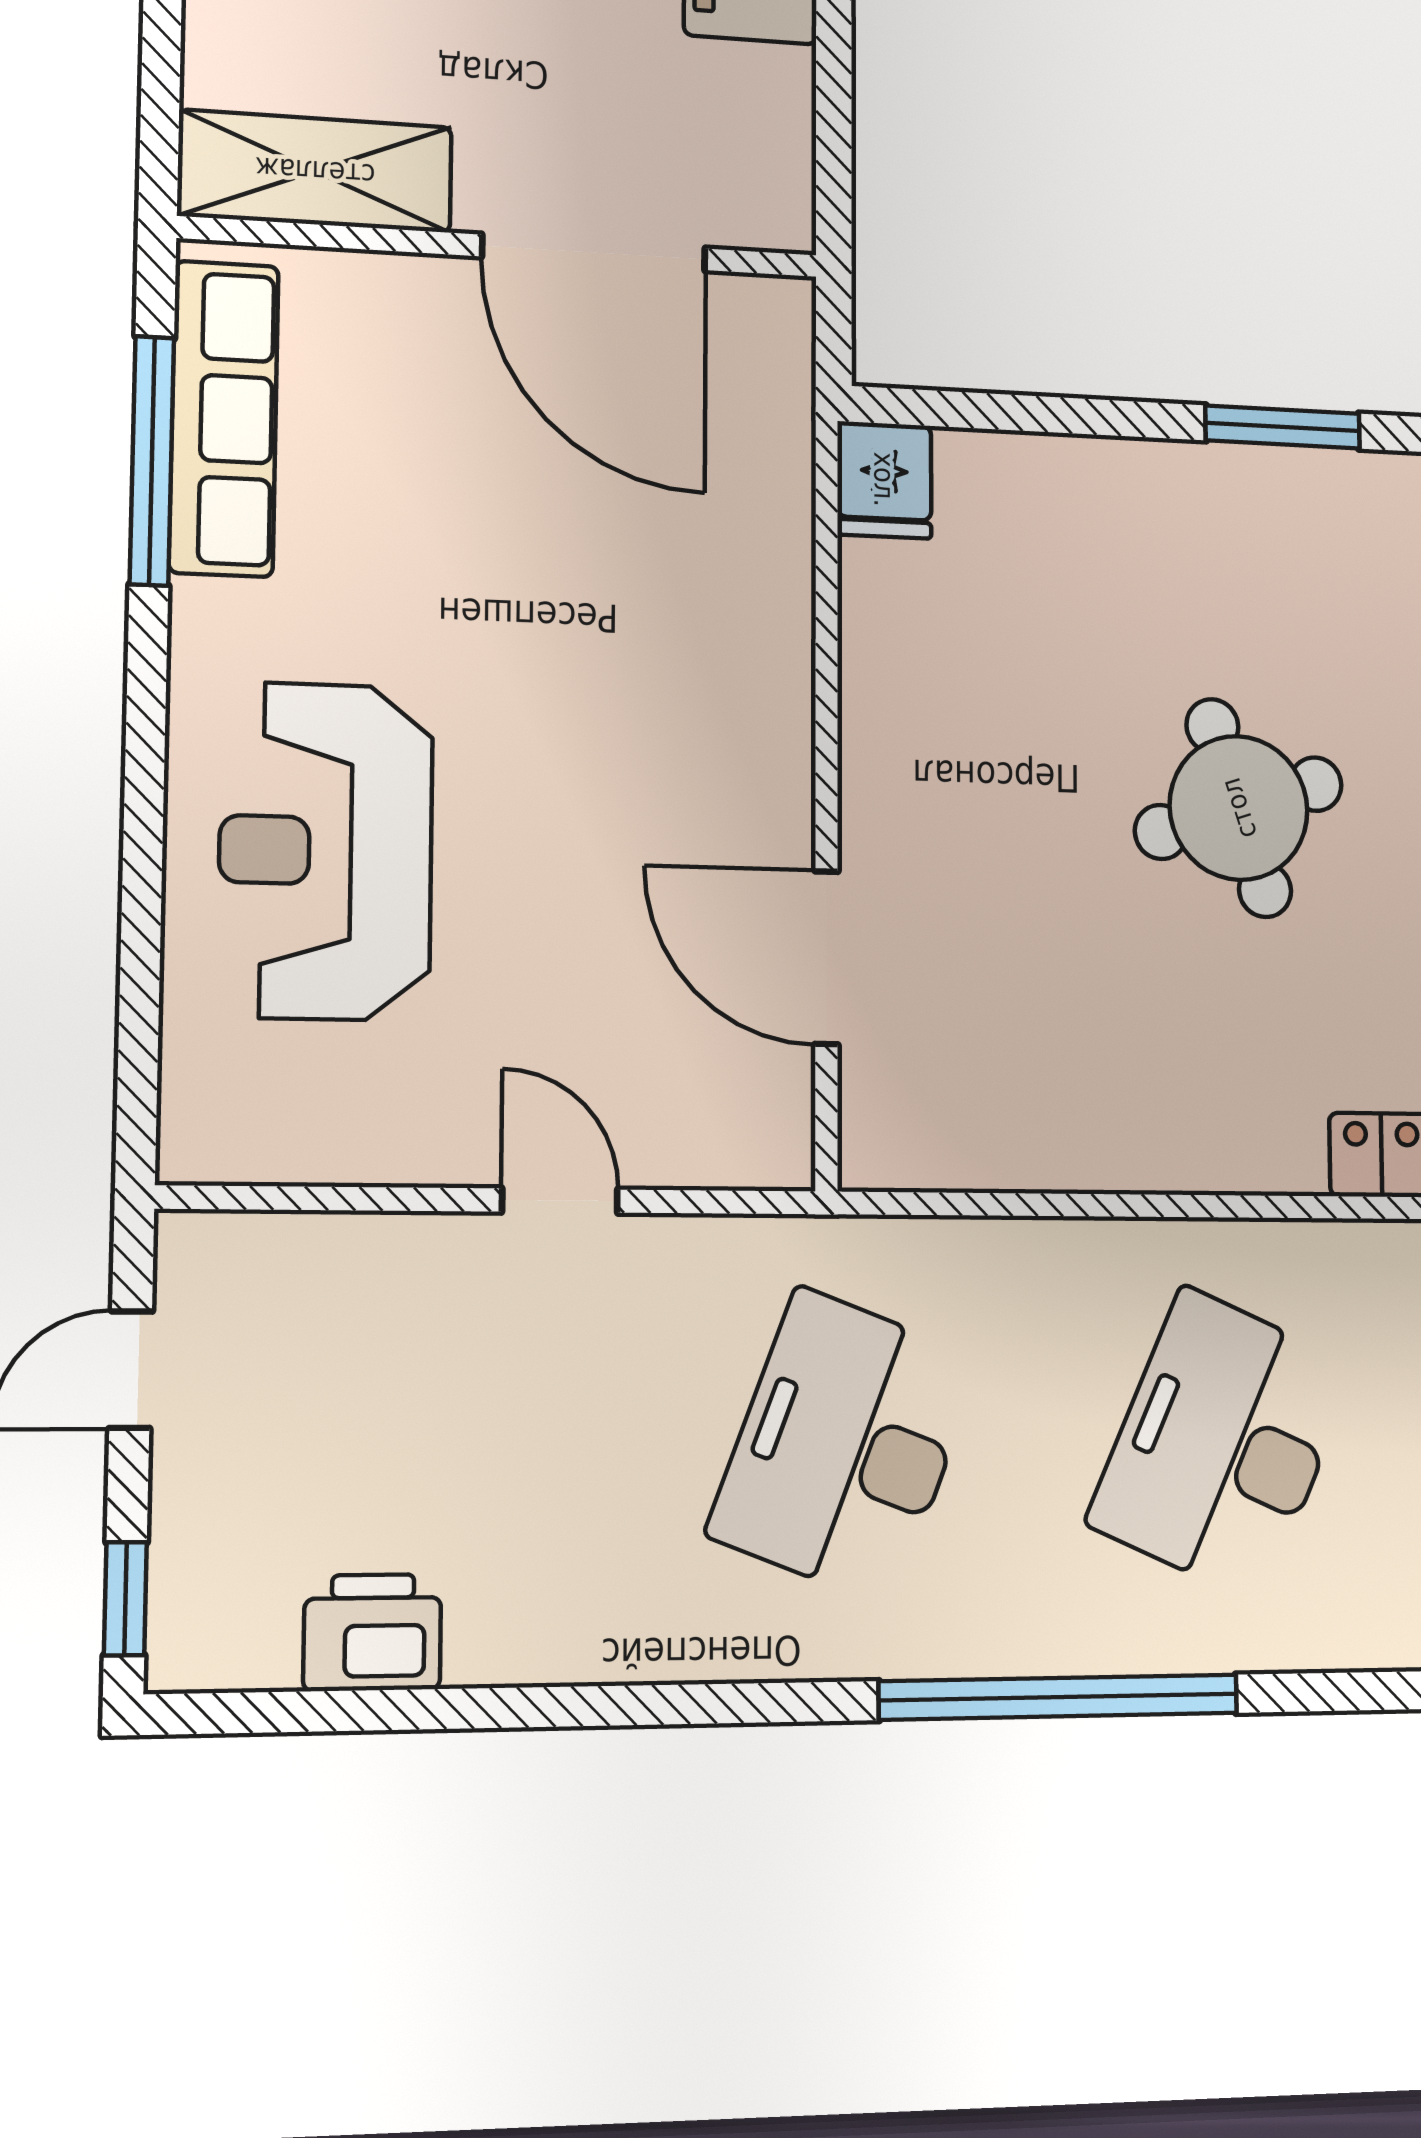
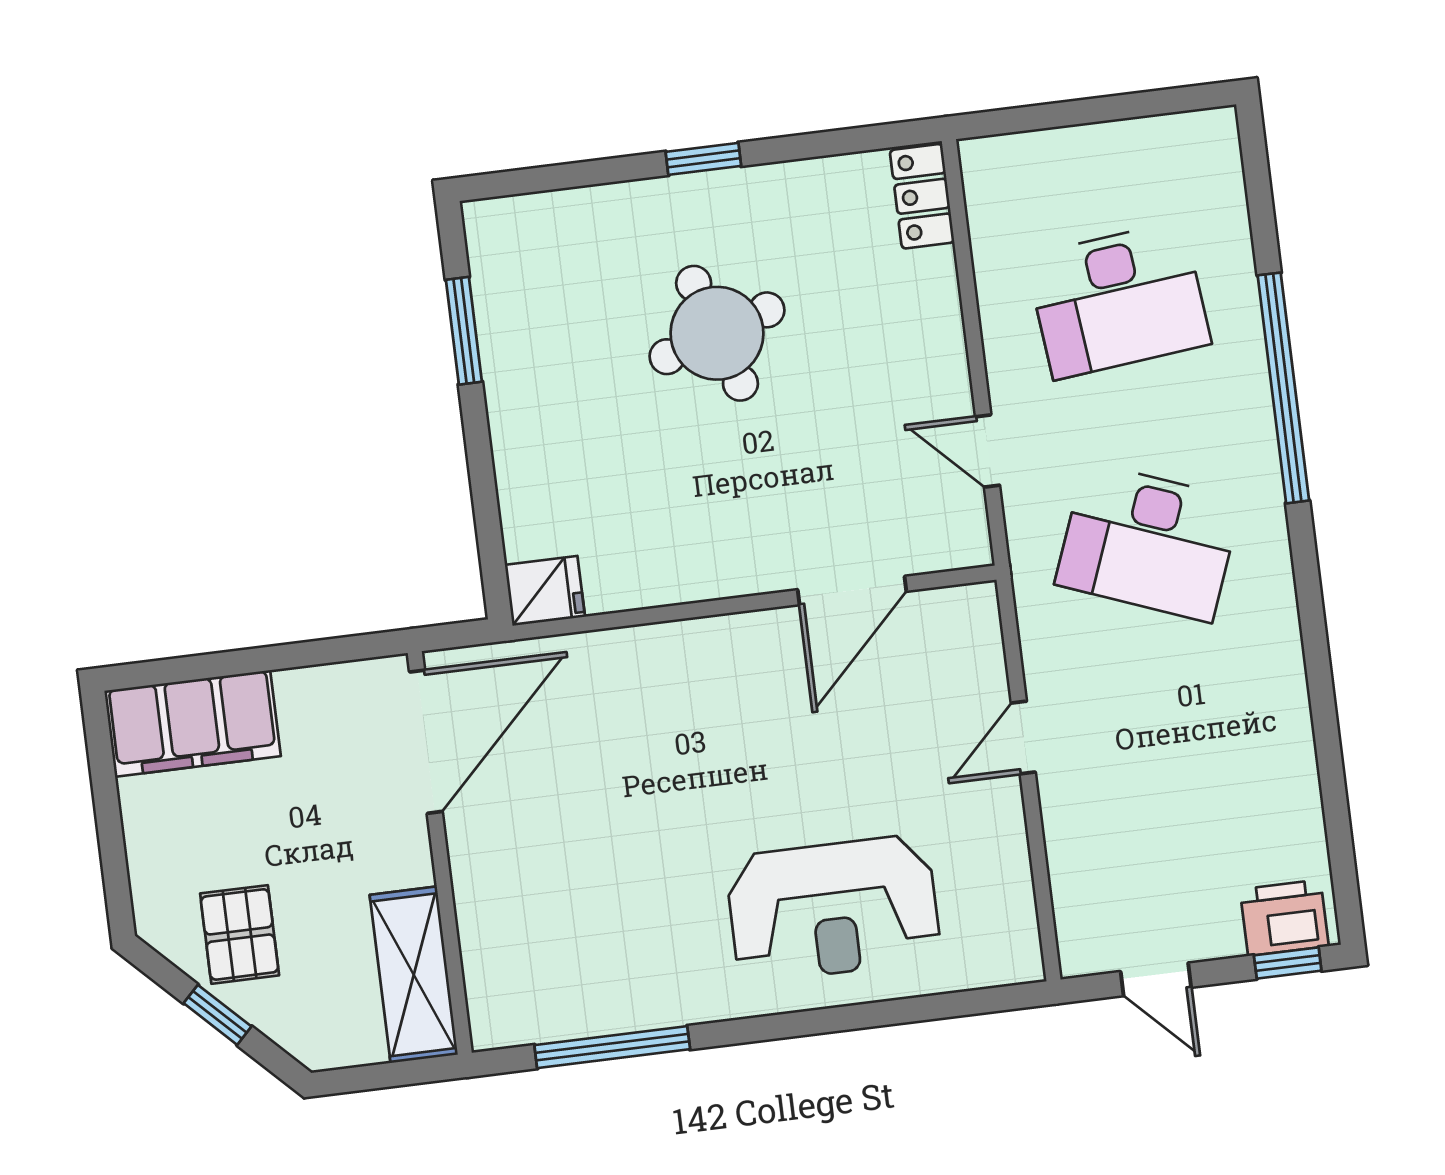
door: (594, 252) -> (426, 742), moved
row of seats: (224, 419) -> (579, 1008), removed
door: (1016, 1205) -> (988, 451), added
desk: (1222, 1444) -> (1118, 300), turned -30
printer: (372, 1632) -> (1284, 918), moved, turned 90

